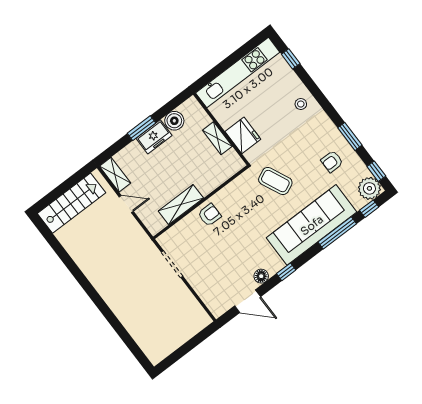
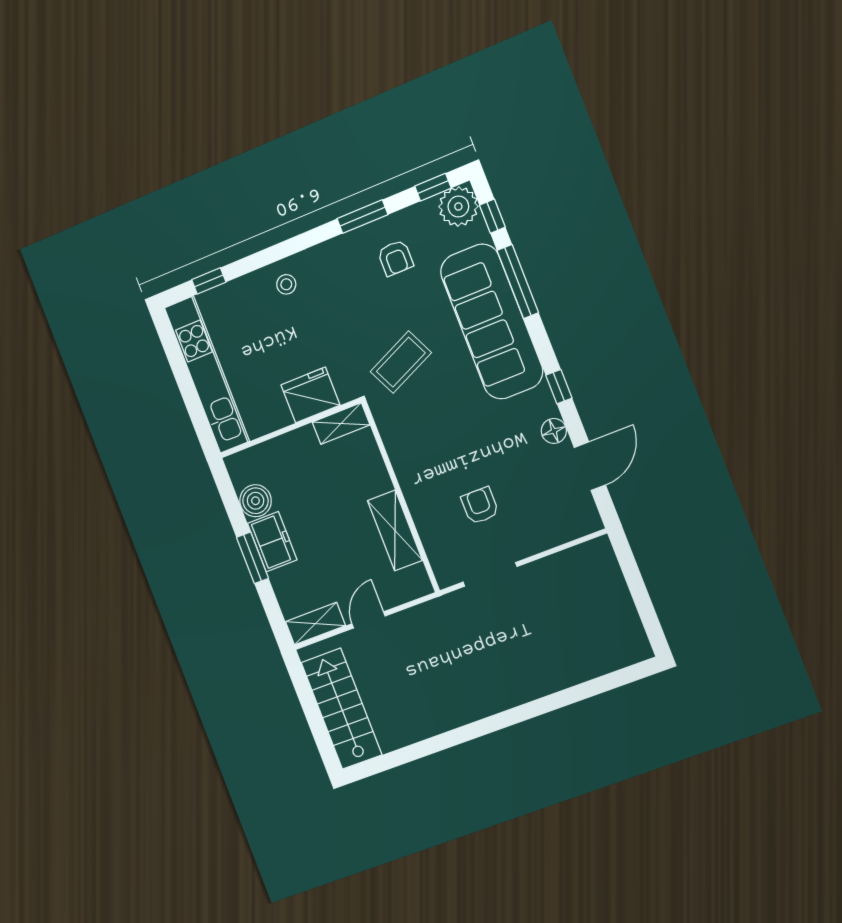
shelving: (217, 138) -> (341, 423), moved
armchair: (209, 215) -> (480, 506), moved

